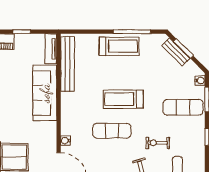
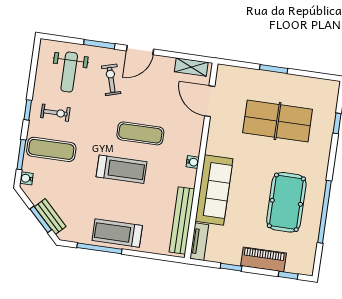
water cooler: (66, 141) -> (193, 162), moved
exercise bike: (158, 143) -> (55, 113), moved

